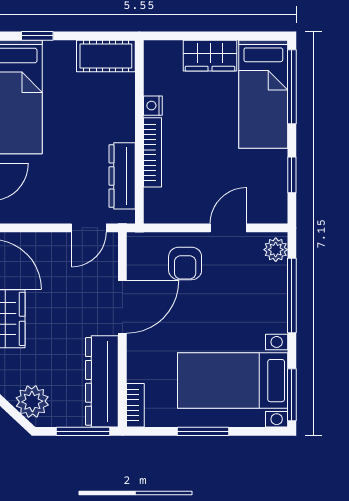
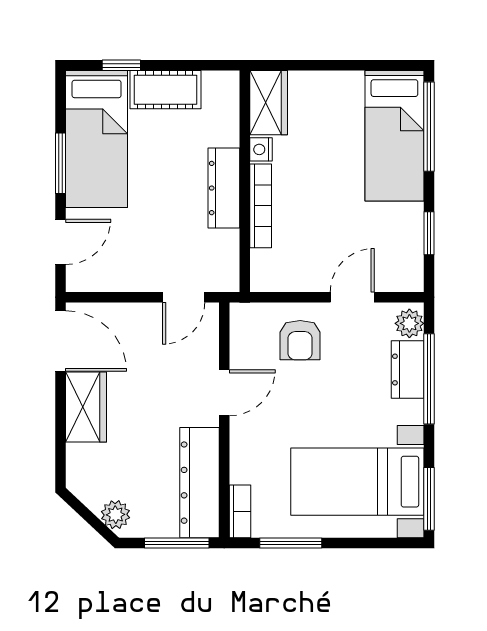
cot: (106, 56) -> (165, 90), moved
wardrobe: (210, 56) -> (269, 103), moved, turned -90
dresser: (122, 176) -> (224, 188), moved
dresser: (274, 288) -> (408, 370), added
door: (122, 307) -> (224, 393), width x0.73
plant: (32, 401) -> (116, 515), width x0.73, depth x0.73
window: (203, 431) -> (291, 543), moved

